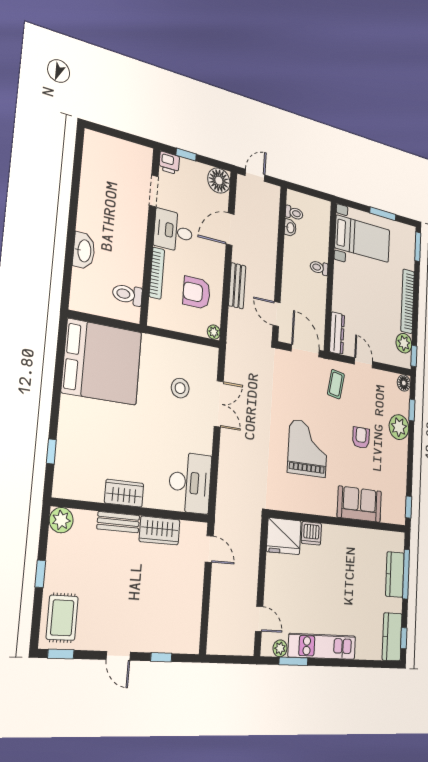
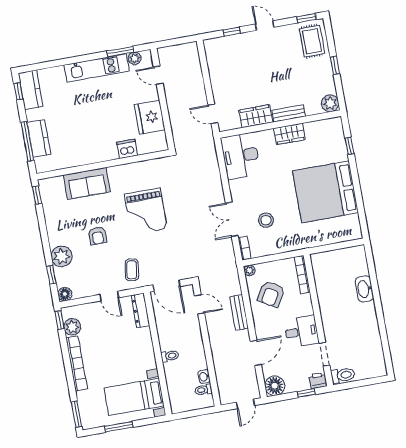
bookcase: (157, 273) -> (302, 275), moved
armchair: (197, 293) -> (271, 294), turned 120
toilet: (127, 295) -> (343, 375), moved
bed: (102, 362) -> (325, 192), moved
bookcase: (213, 362) -> (245, 248), added
fridge: (284, 536) -> (150, 117), moved, turned -90

